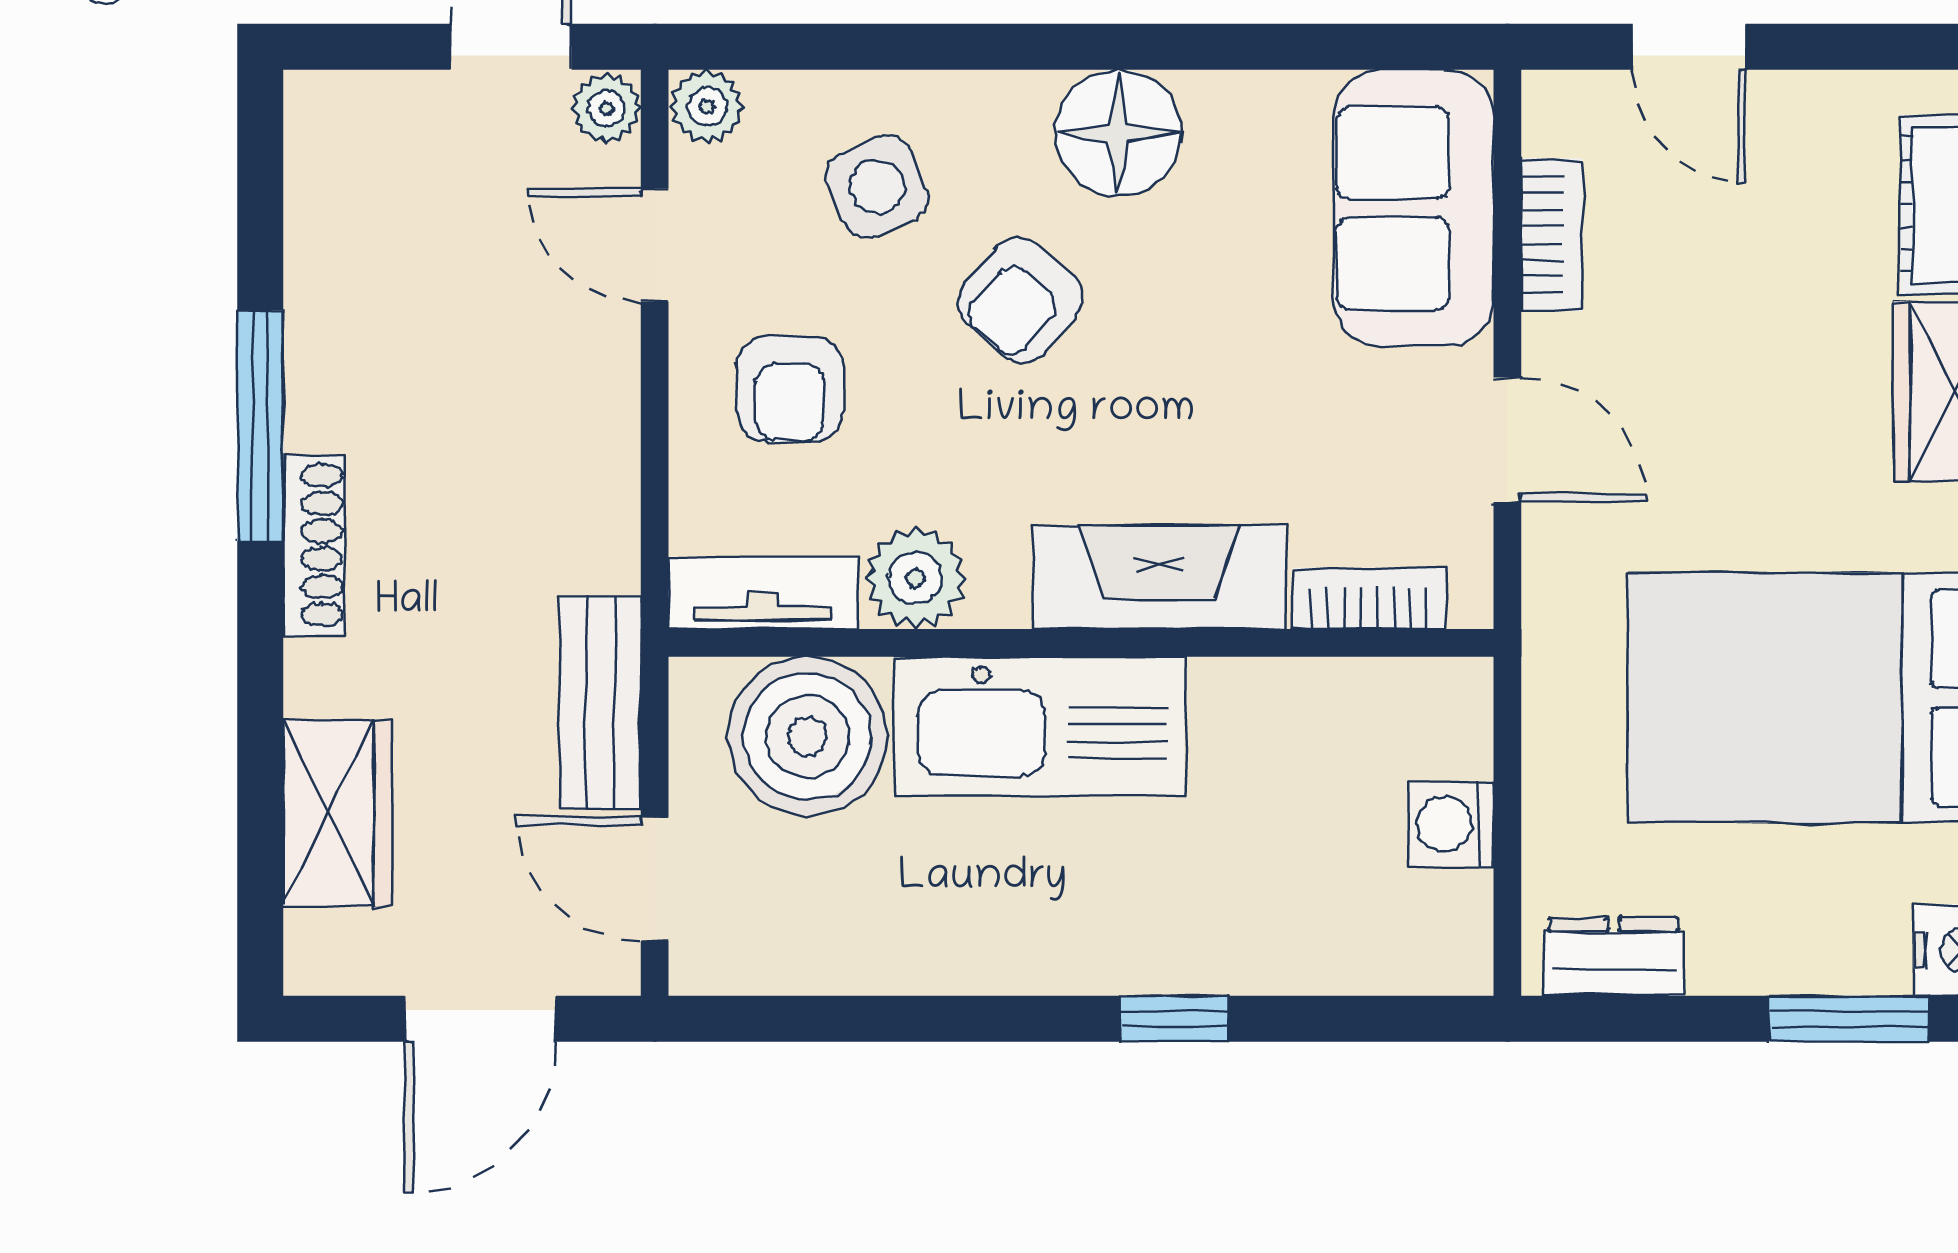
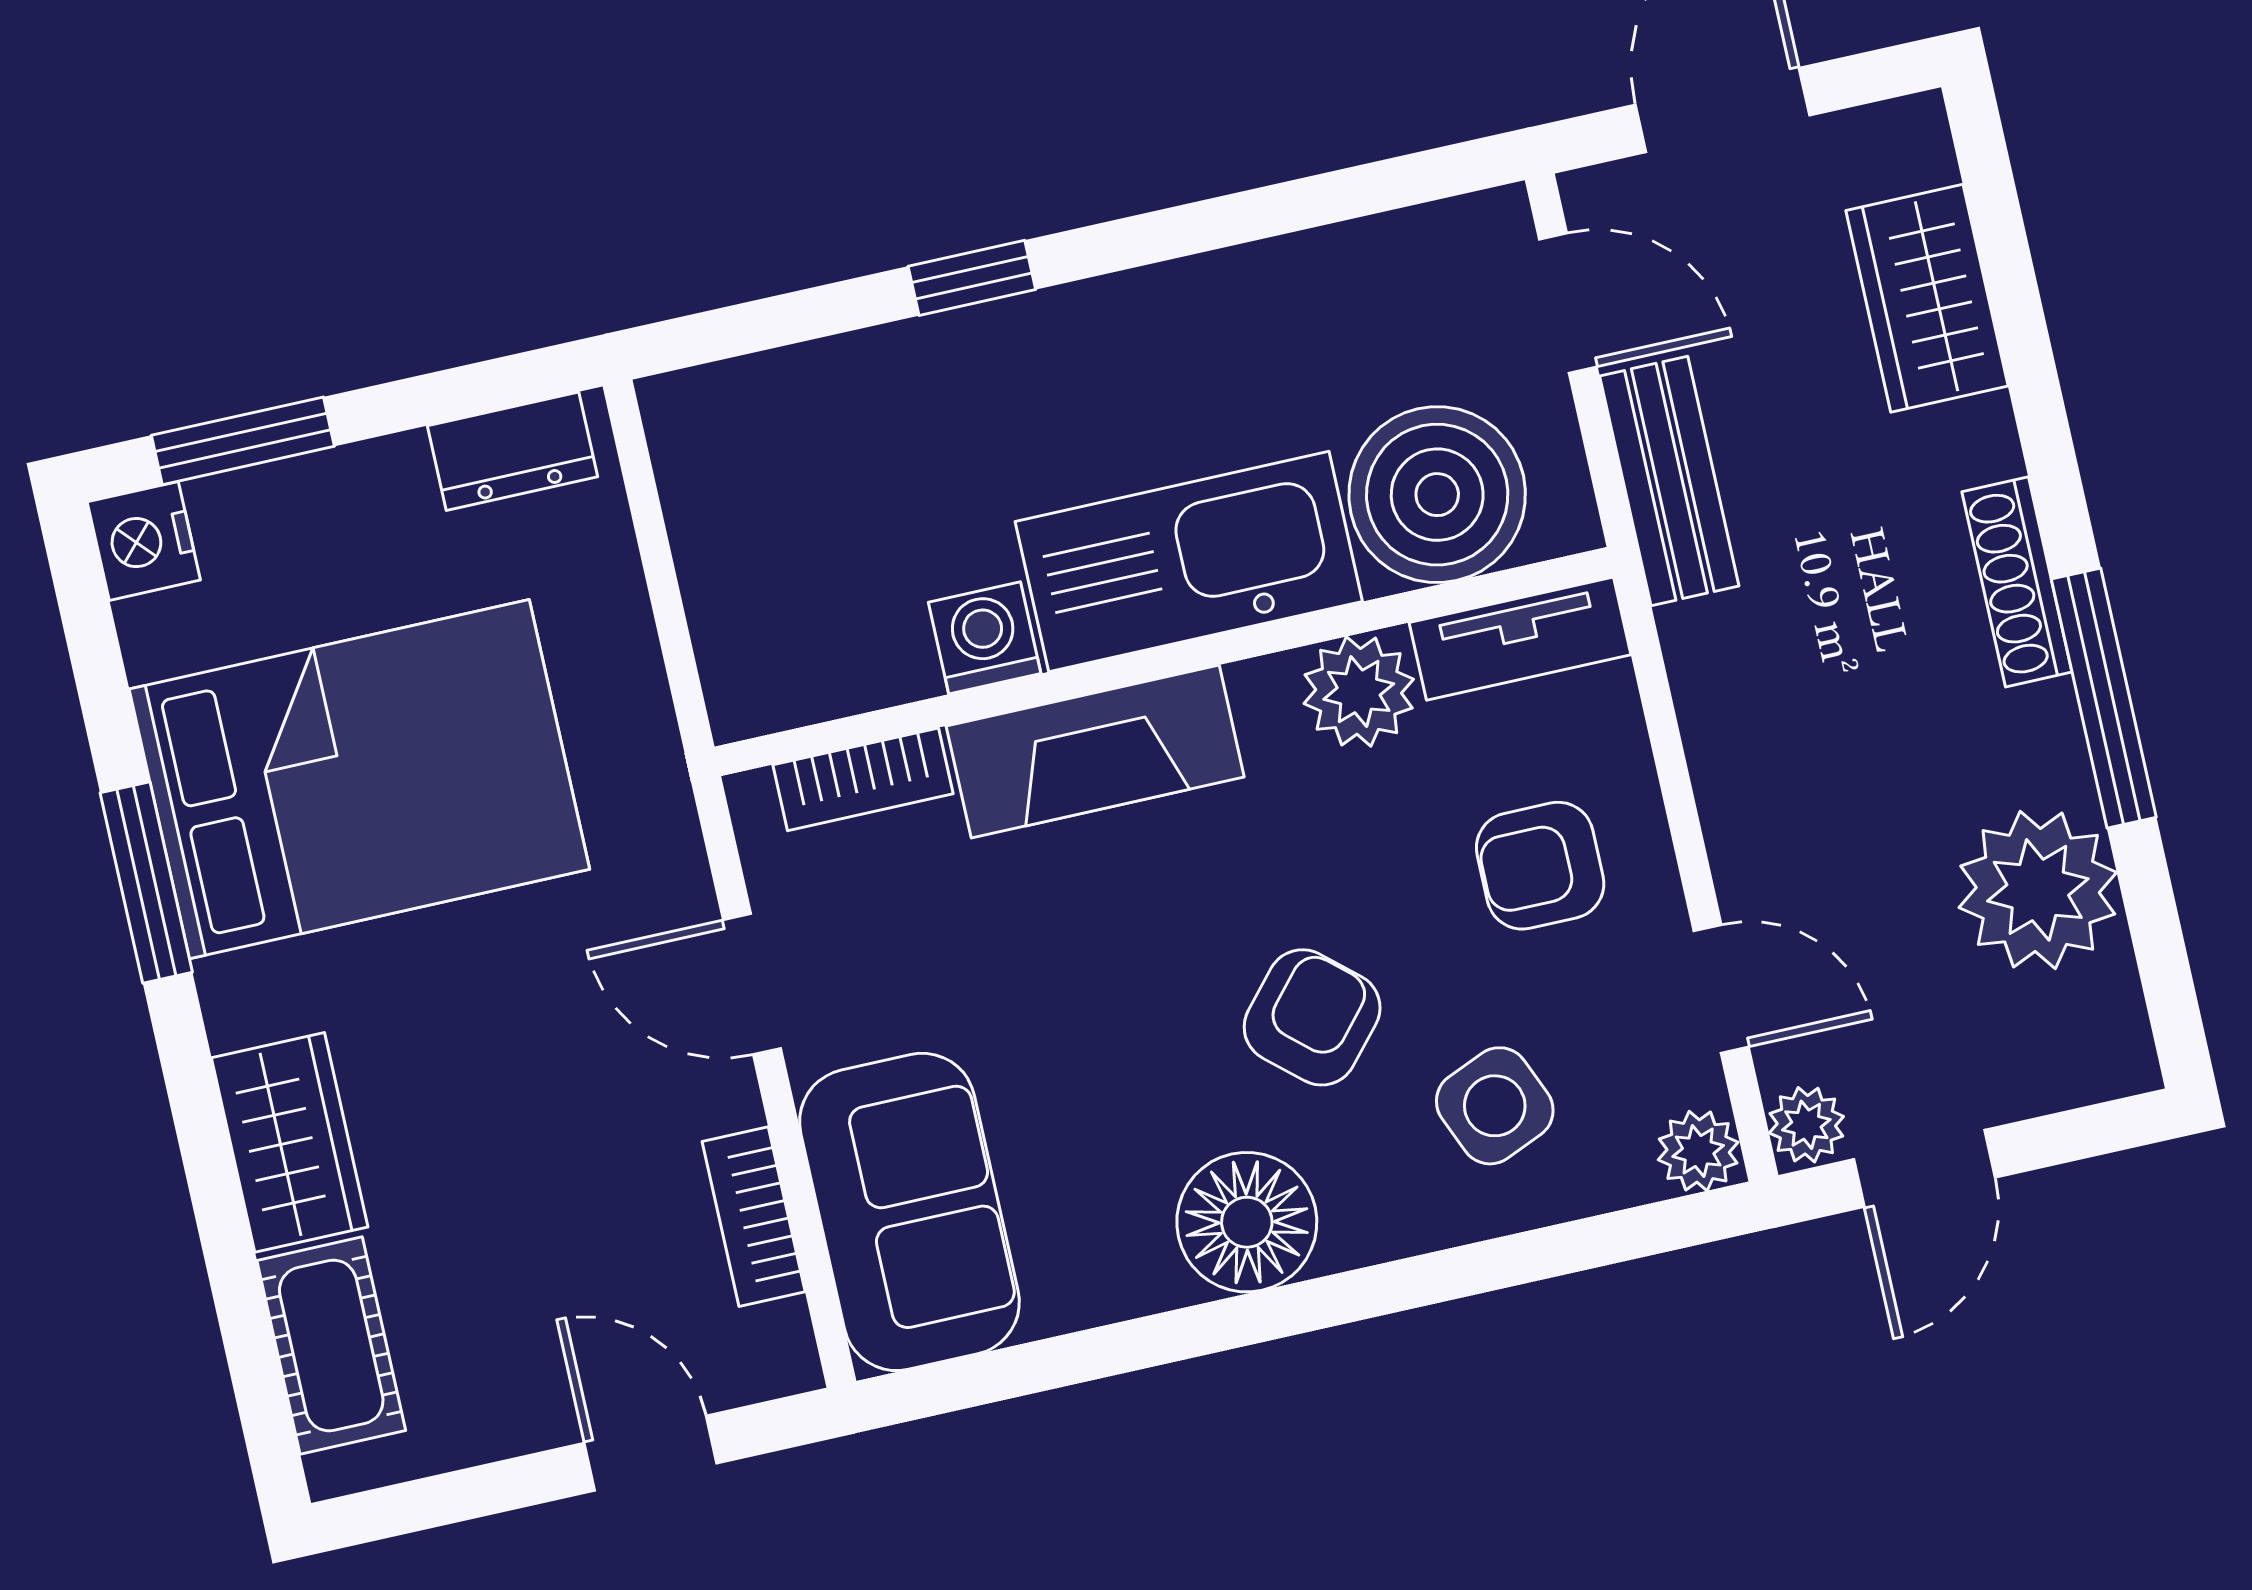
plant: (356, 270) -> (2038, 890), added
armchair: (790, 389) -> (1540, 866), turned -90
washing machine: (1451, 824) -> (985, 638), moved, turned -90

